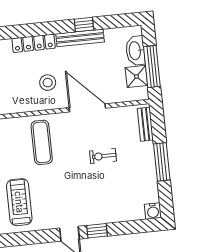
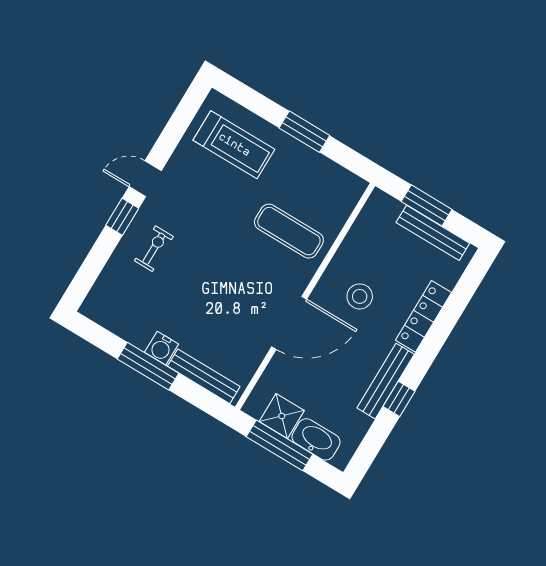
bench: (145, 124) -> (204, 376), width x1.36
exercise bike: (103, 156) -> (154, 249), moved
water cooler: (153, 211) -> (162, 348), moved, turned -90

